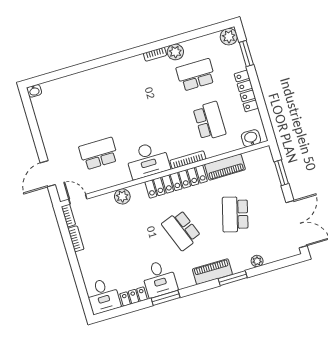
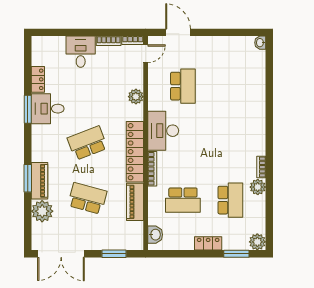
locker: (246, 91) -> (208, 243), width x0.66
plant: (257, 261) -> (42, 211), width x1.87, depth x1.87
piano: (212, 272) -> (40, 181), moved
desk: (103, 296) -> (81, 52), moved, turned 90

